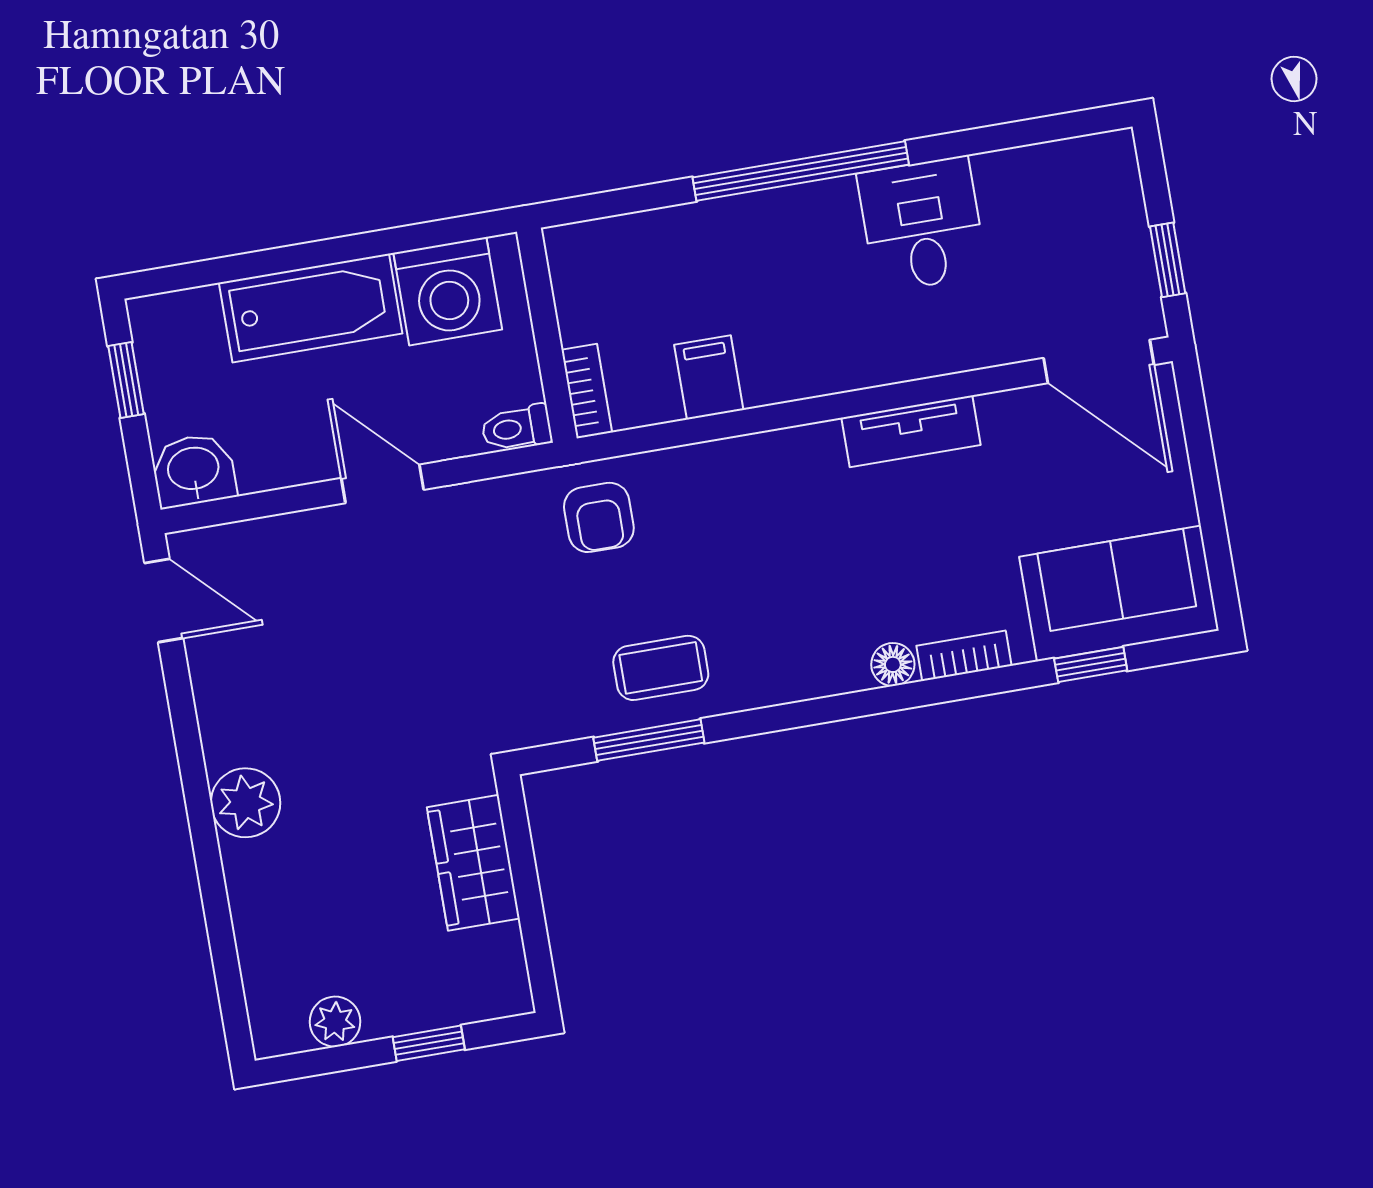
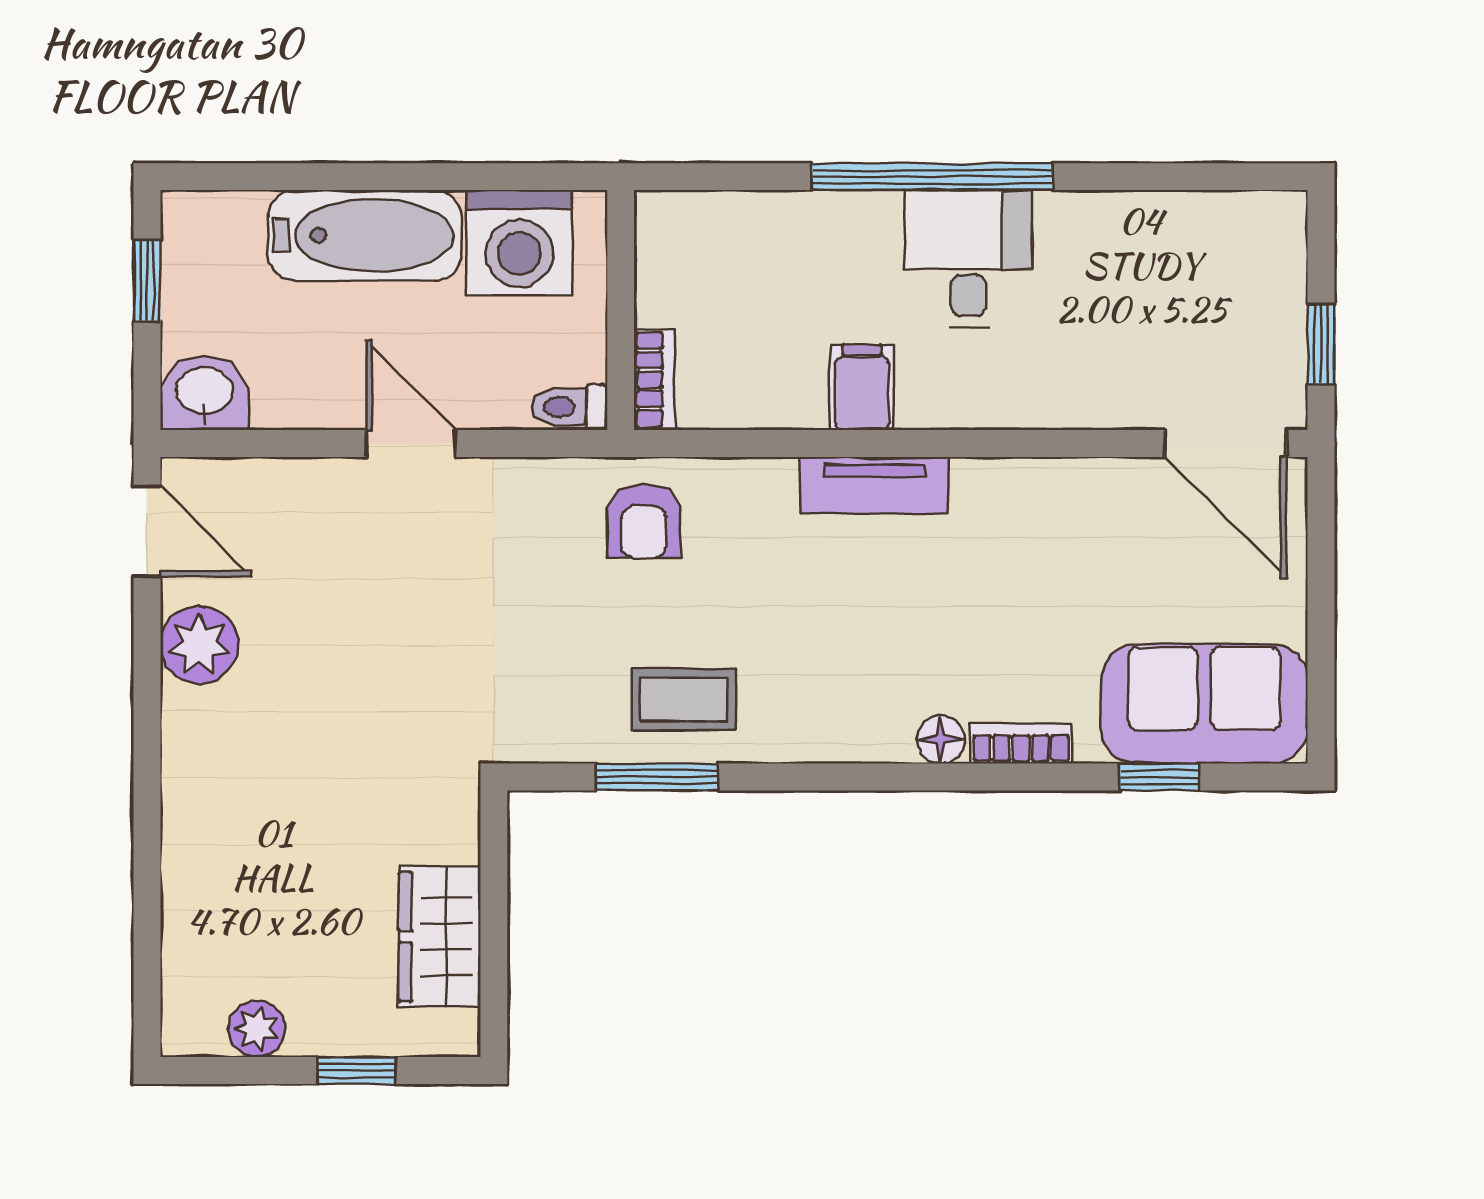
desk: (922, 224) -> (969, 259), moved
filing cabinet: (709, 377) -> (862, 387), moved
tv unit: (911, 431) -> (874, 485), moved
plant: (246, 803) -> (199, 645), moved
wardrobe: (473, 863) -> (440, 937), moved

